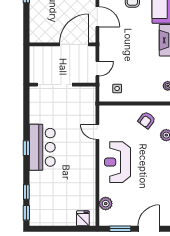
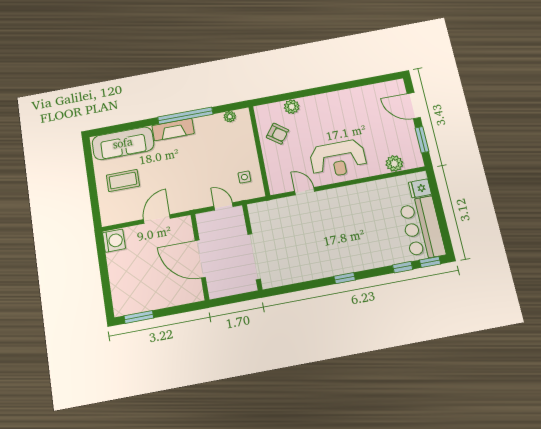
door: (74, 44) -> (200, 259), moved
door: (97, 132) -> (305, 191), swing flipped
bar counter: (42, 147) -> (422, 228), moved, turned -90

